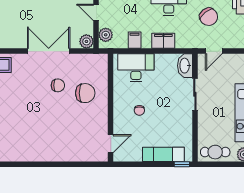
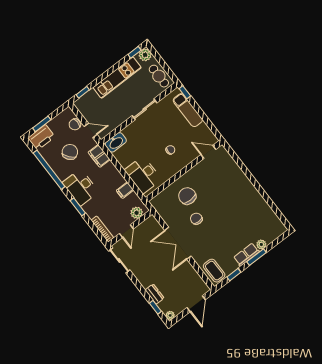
plant: (86, 41) -> (151, 222), removed
filing cabinet: (163, 41) -> (99, 156), moved
chair: (230, 41) -> (75, 124), added
sliding door: (195, 94) -> (145, 109), moved

